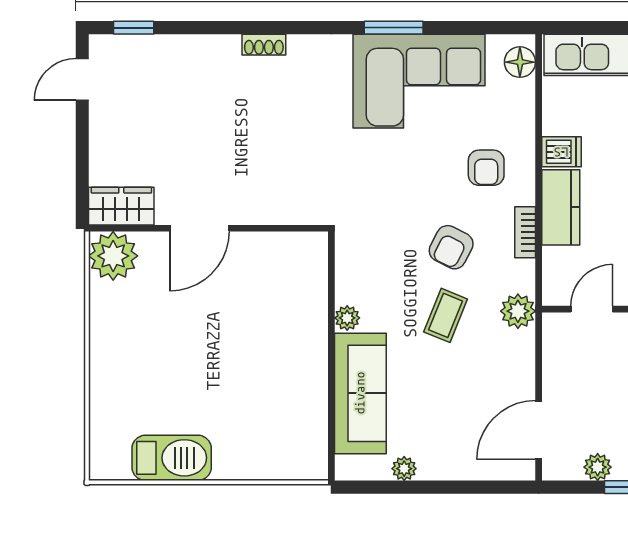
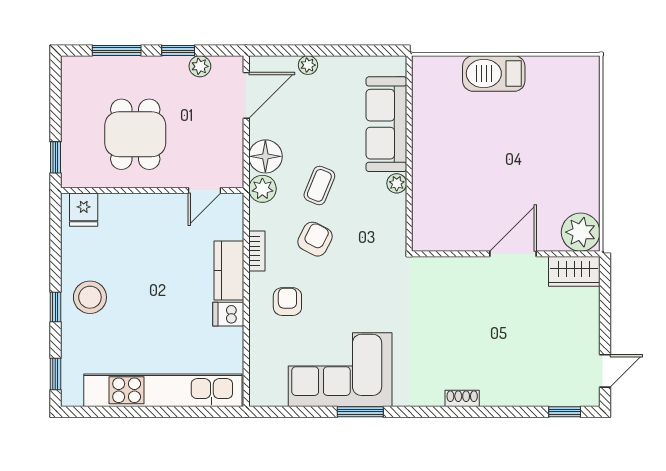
floor lamp: (520, 62) -> (265, 156), moved, width x1.38, depth x1.38
barbecue: (172, 458) -> (494, 73), moved
plant: (404, 469) -> (308, 65), moved

